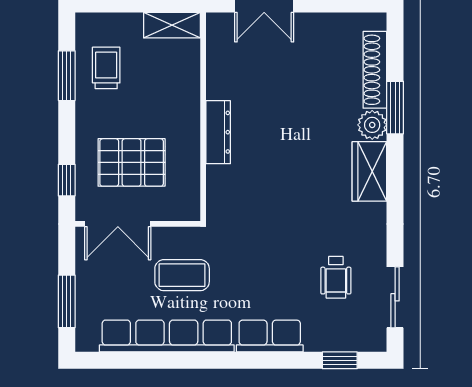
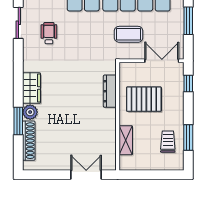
shelving: (172, 25) -> (126, 140), moved, turned 90
trolley: (106, 68) -> (168, 142), turned 180
dresser: (218, 132) -> (110, 91), moved
pallet: (132, 162) -> (144, 99), moved

